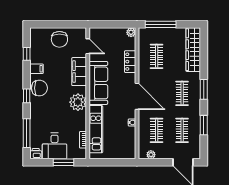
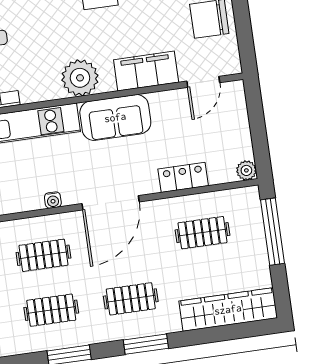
sofa: (98, 83) -> (115, 117), width x0.73

